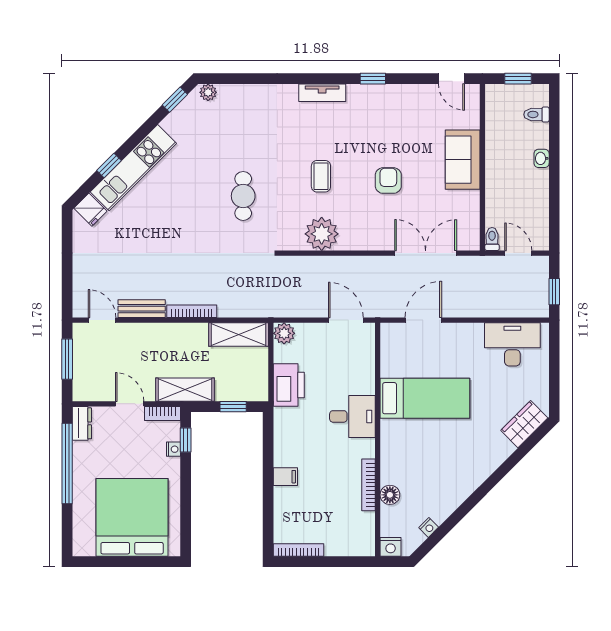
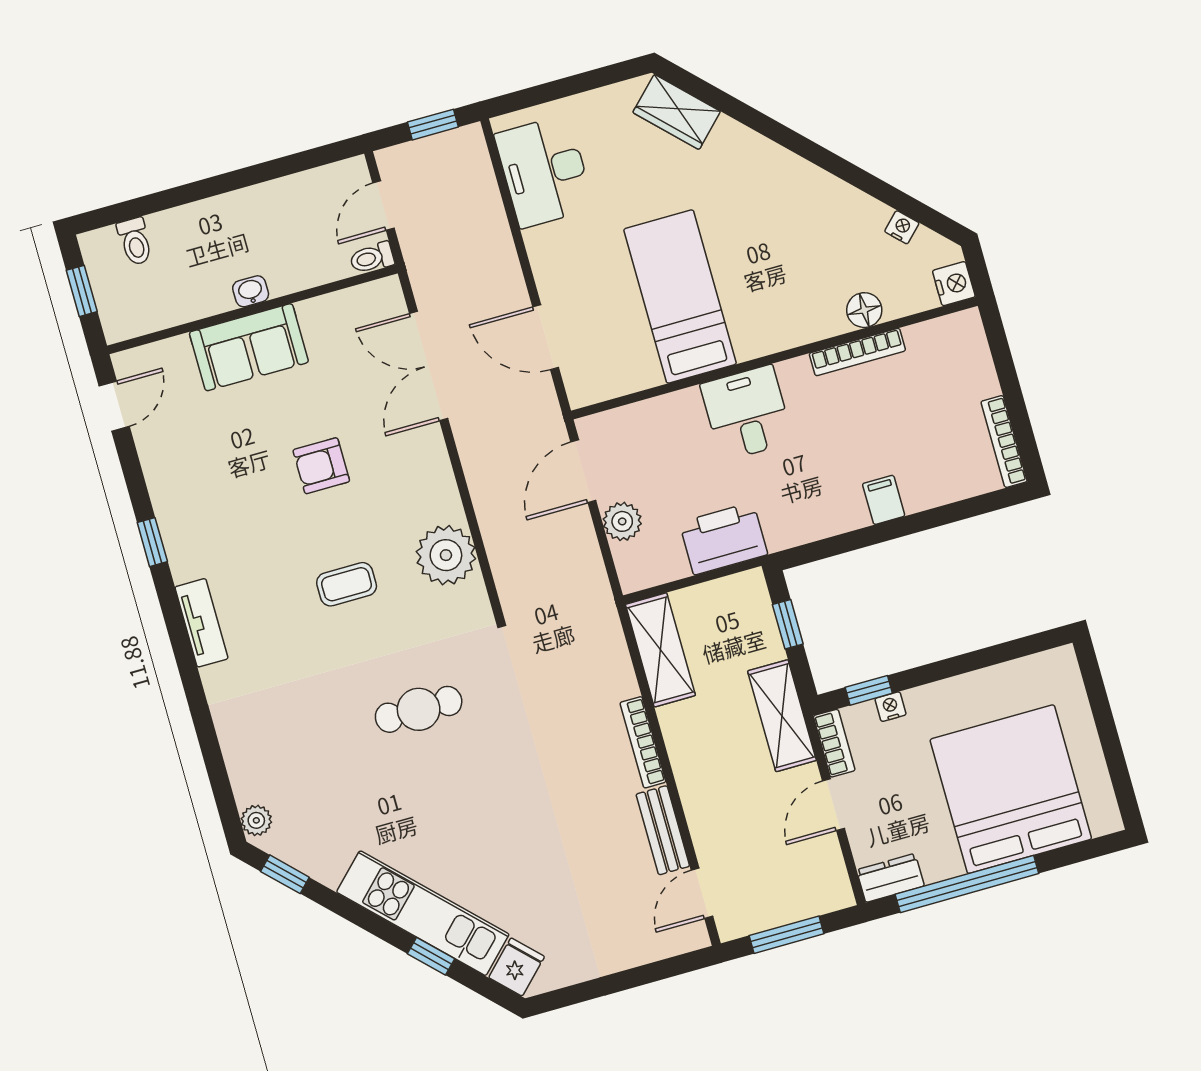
washbasin: (542, 158) -> (251, 291), moved, turned 180
plant: (284, 333) -> (622, 521), moved
bed: (132, 517) -> (1011, 789), moved, turned 90

